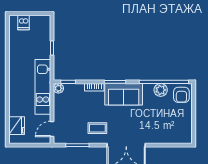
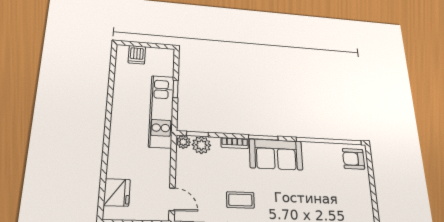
kitchen unit: (43, 87) -> (161, 111), moved
plant: (161, 90) -> (201, 145), moved
armchair: (181, 95) -> (354, 159), turned 90
door: (52, 129) -> (172, 199), swing flipped

